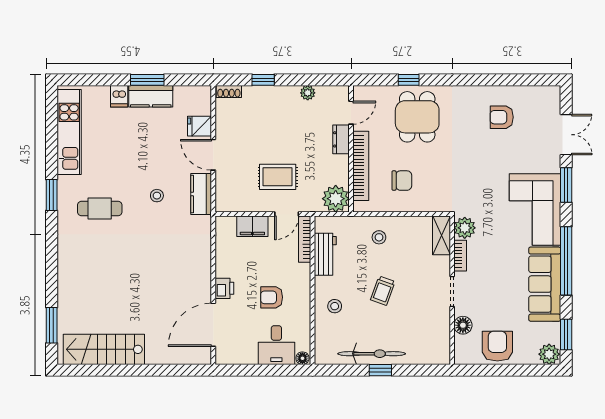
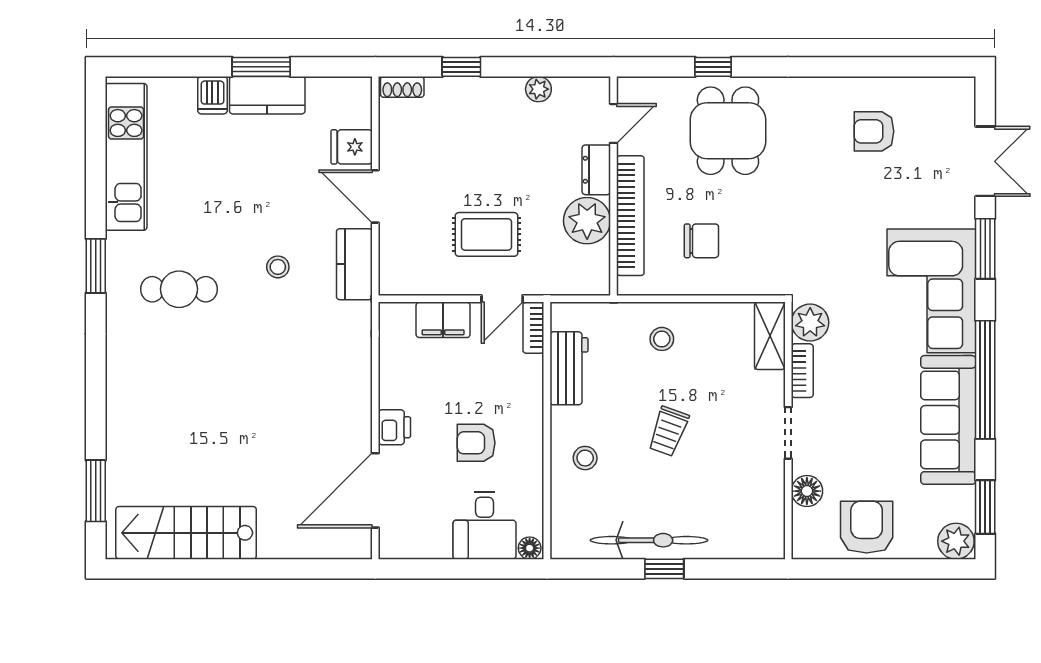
plant: (336, 199) -> (587, 221), moved
bookcase: (305, 239) -> (533, 328), width x0.64

